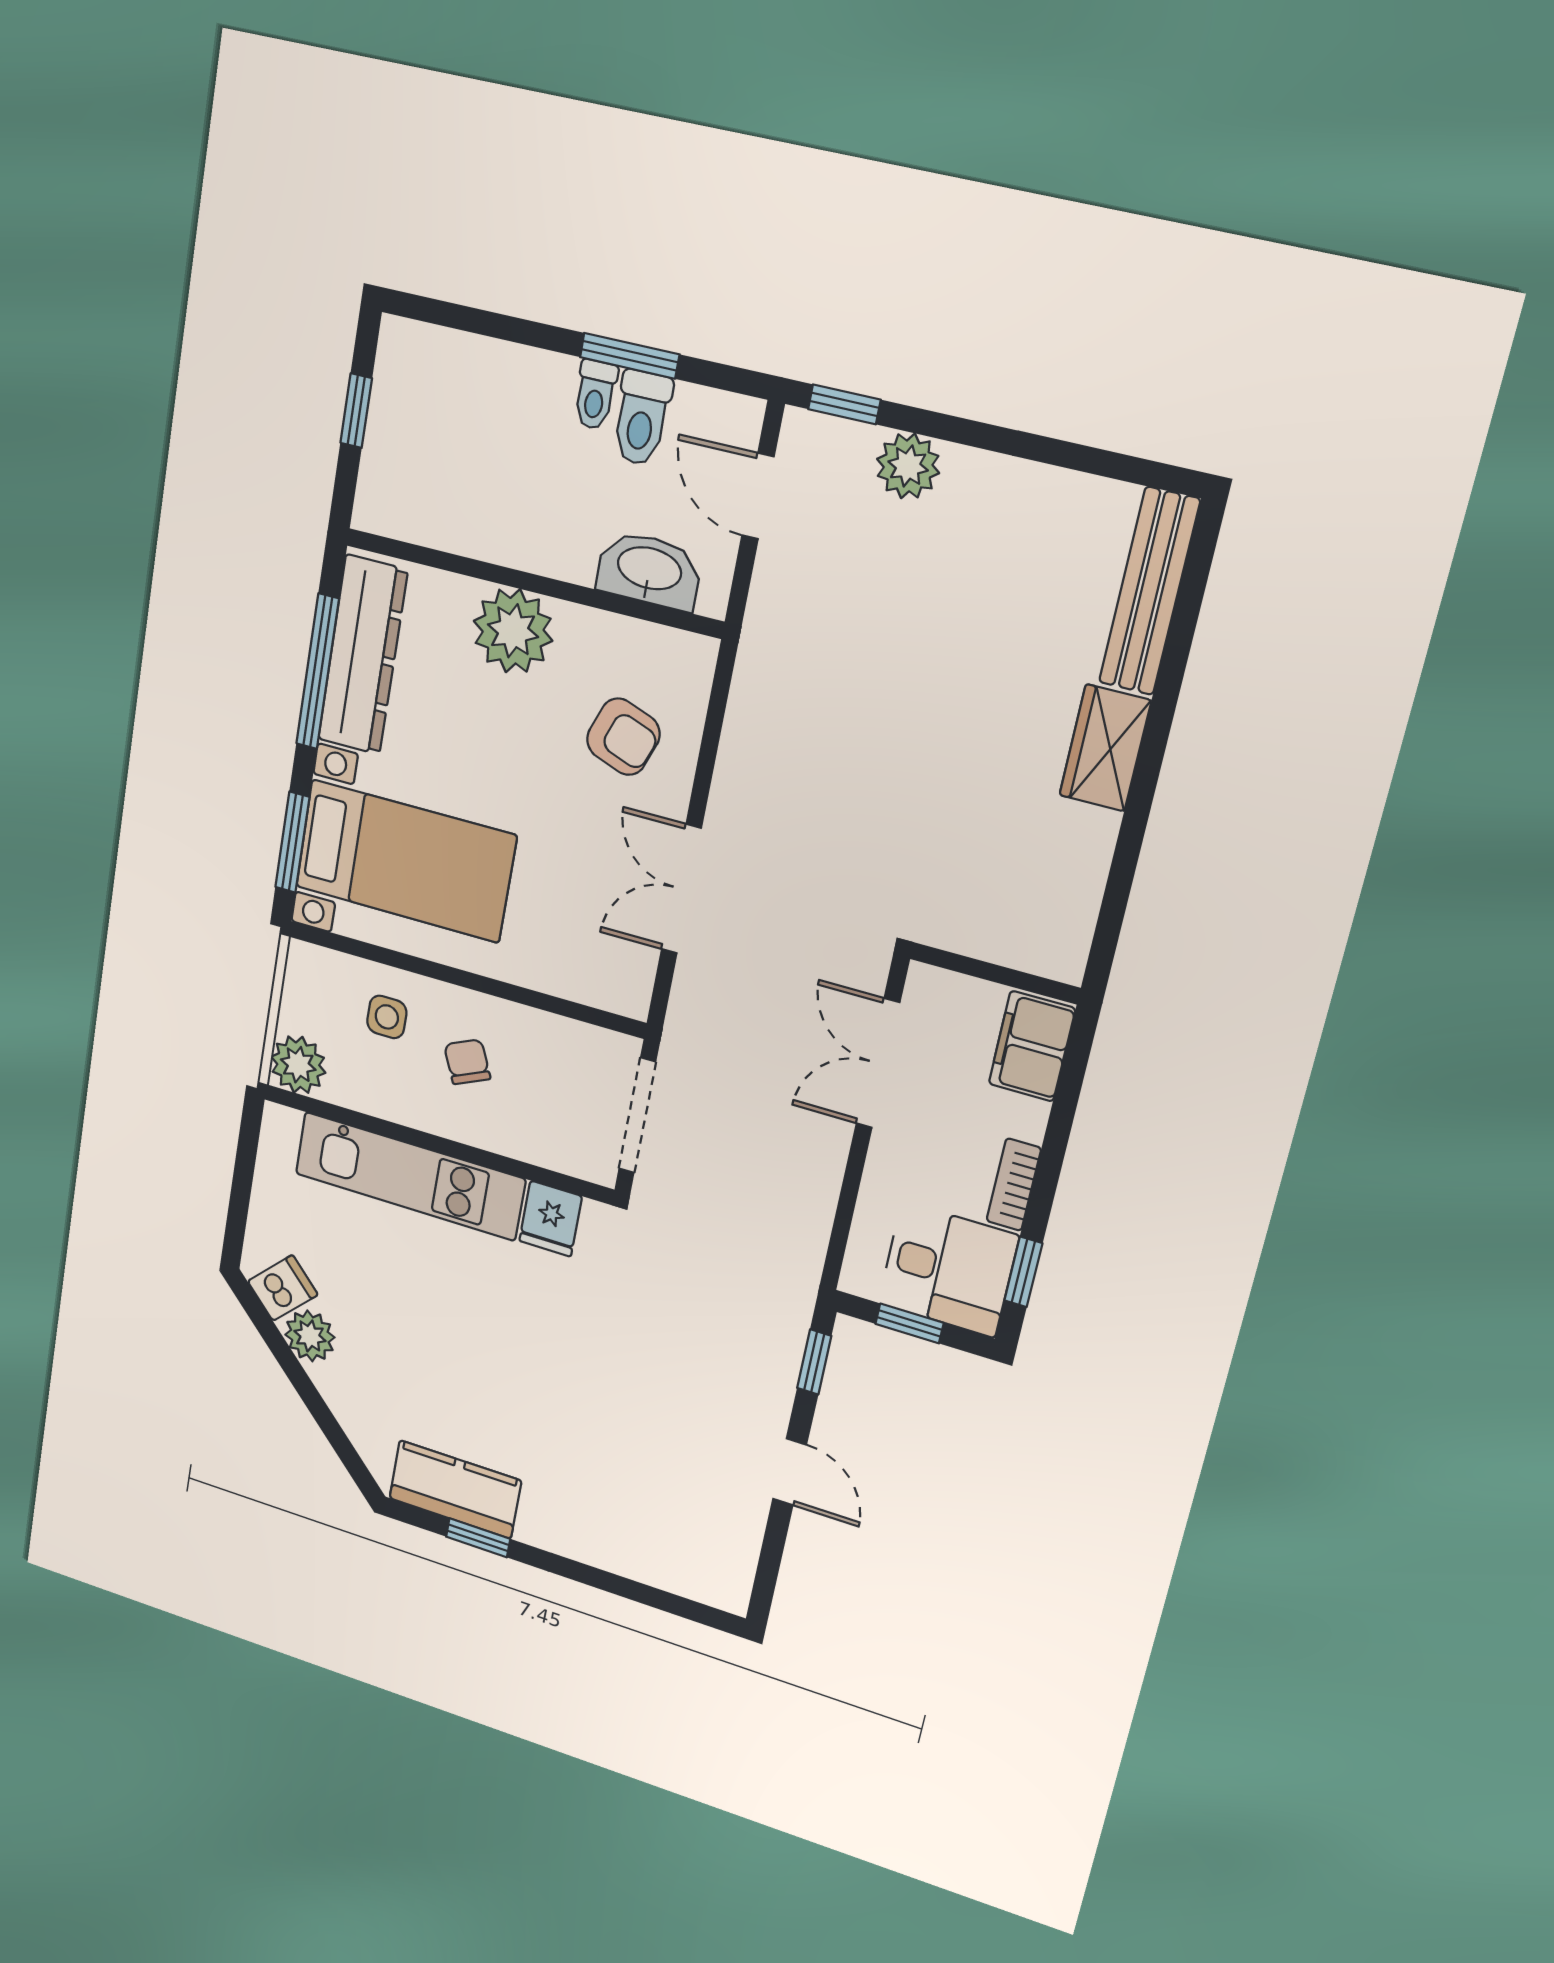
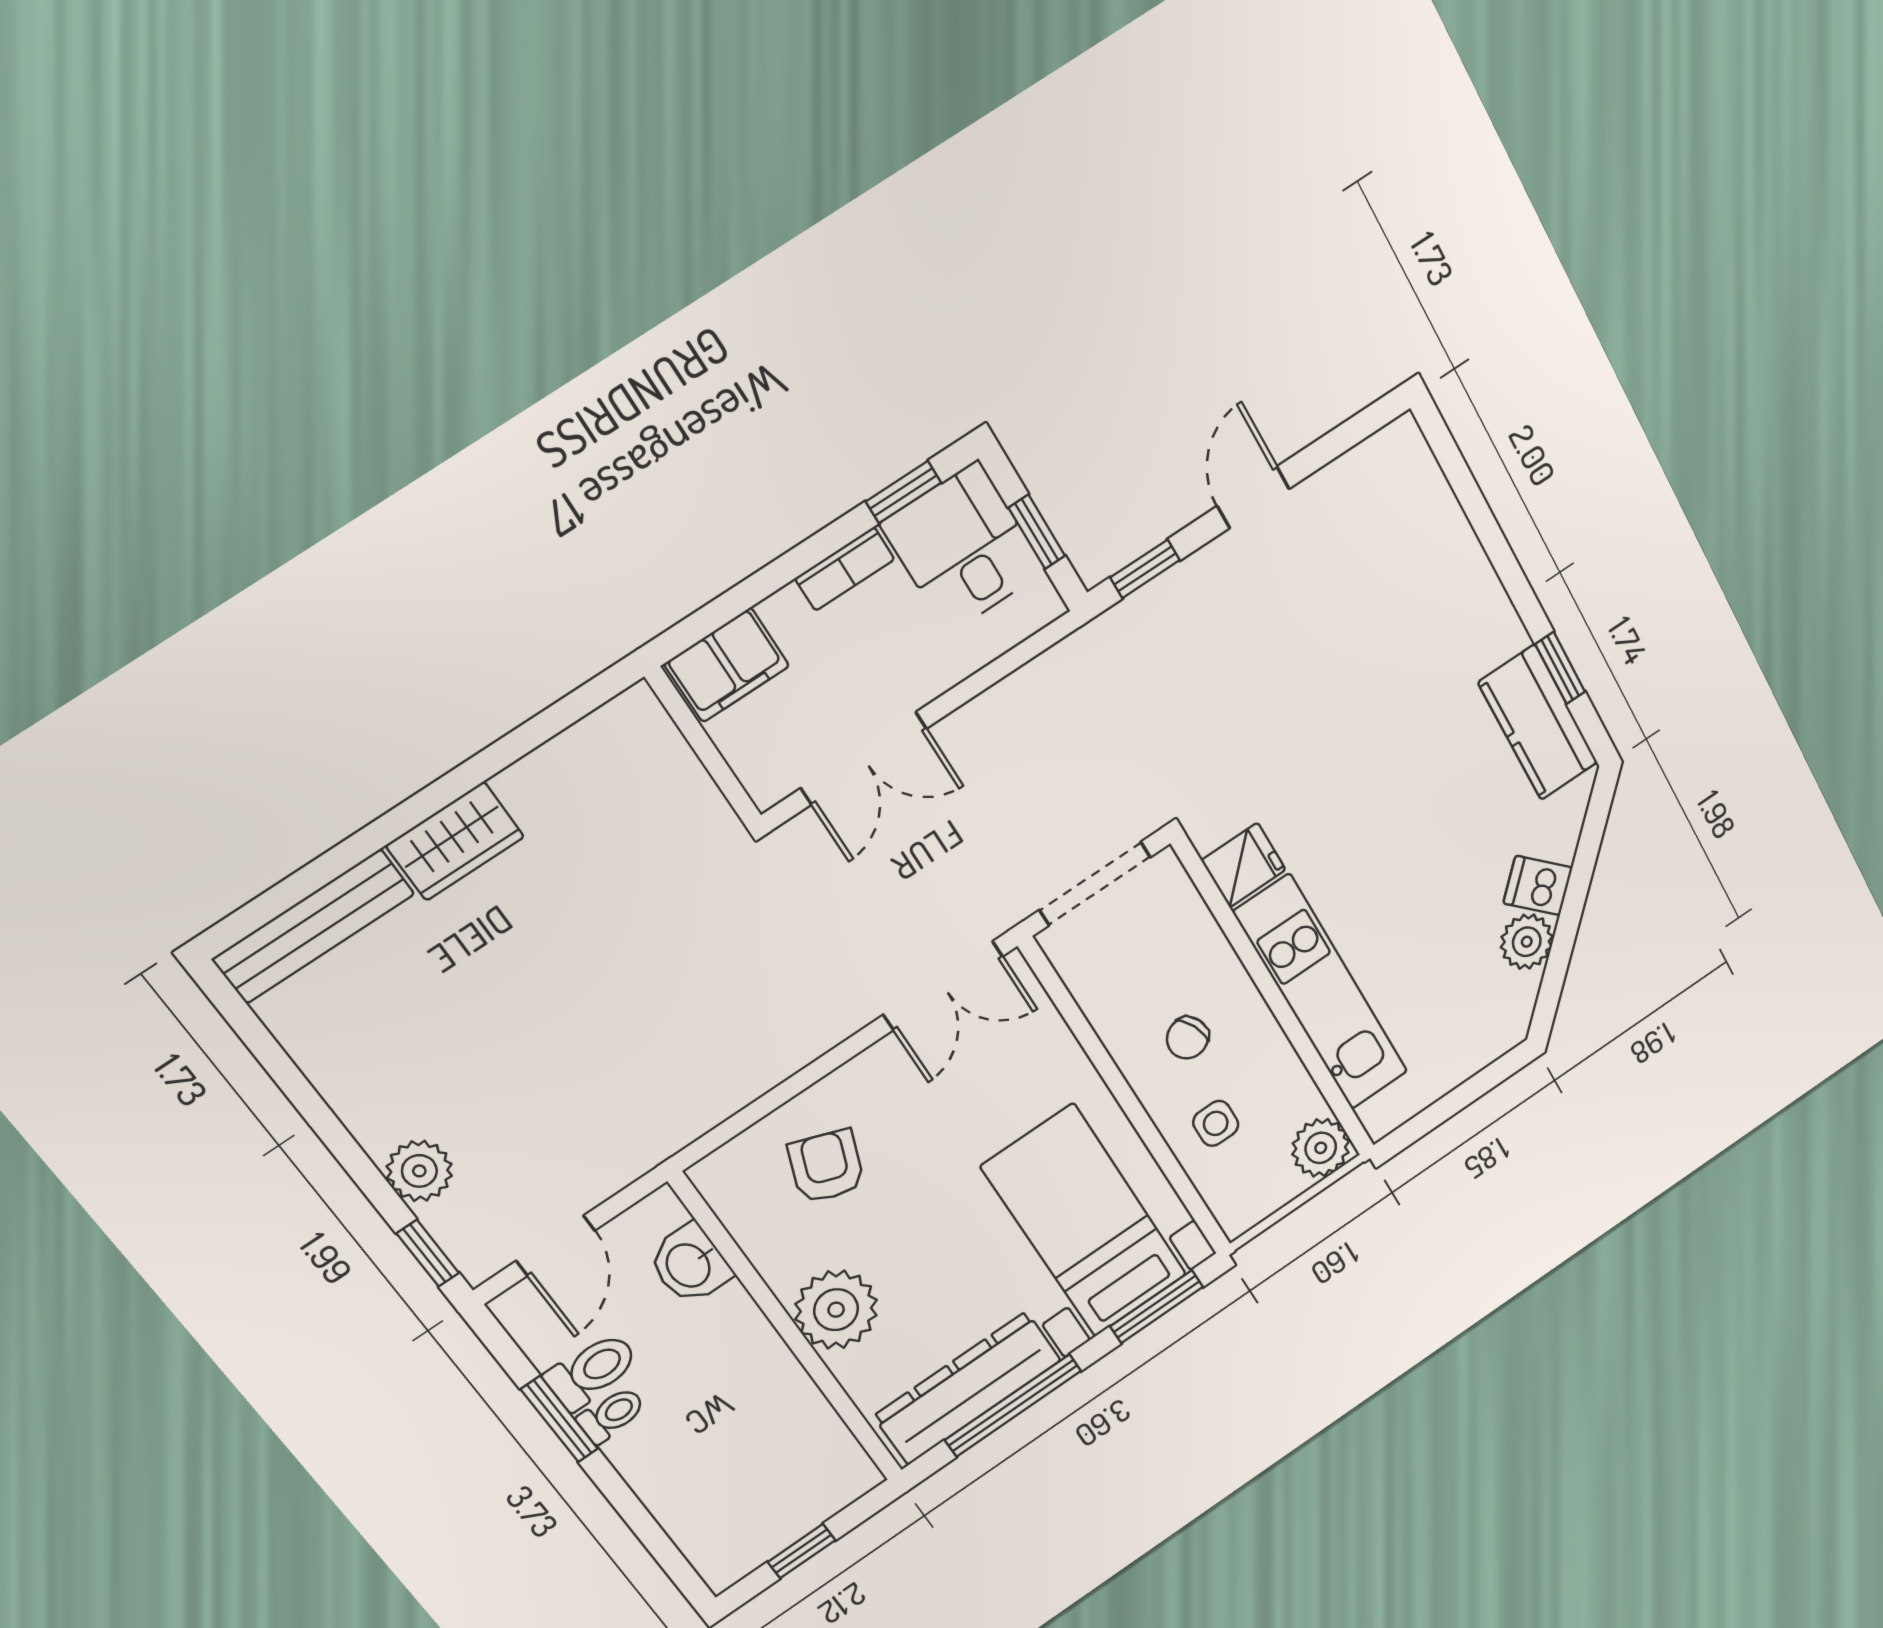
washbasin: (649, 570) -> (690, 1264), width x0.72
double door: (681, 889) -> (943, 986), moved
dishwasher: (283, 1288) -> (1538, 886), moved

